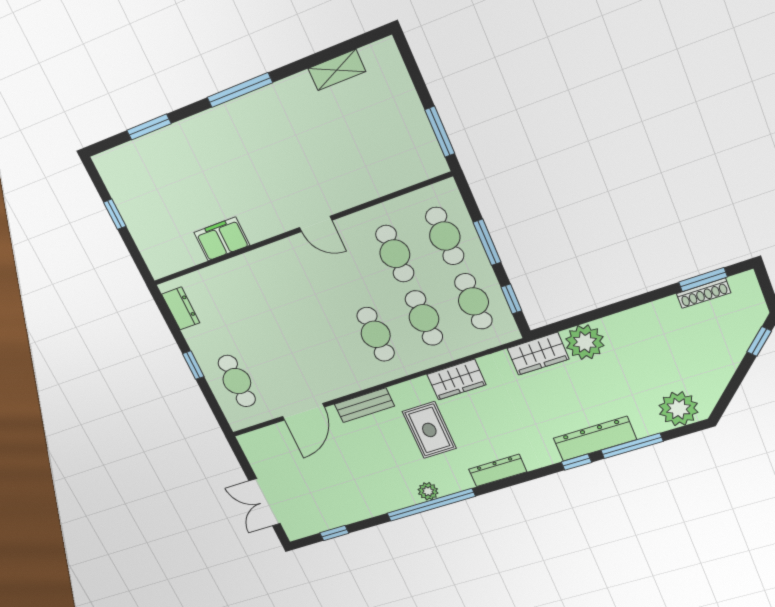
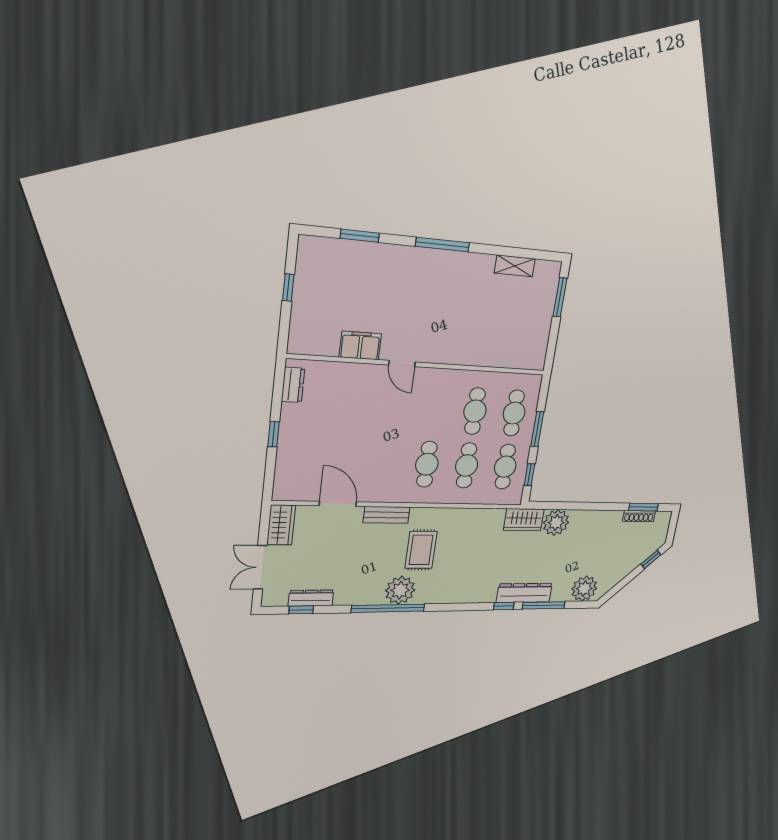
window: (440, 132) -> (560, 297), moved
door: (316, 224) -> (402, 363), moved
wardrobe: (456, 380) -> (281, 525), moved, turned -90
cafe table: (237, 381) -> (301, 460), removed
door: (303, 412) -> (338, 504), swing flipped
dresser: (498, 470) -> (311, 598), moved
plant: (428, 491) -> (400, 590), width x1.87, depth x1.87

